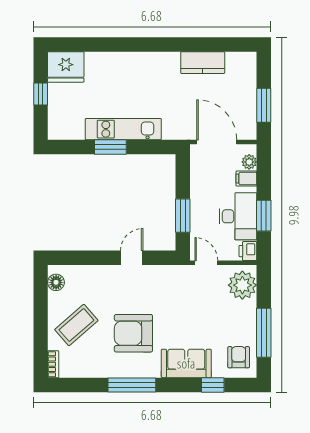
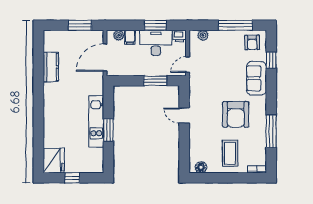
plant: (242, 285) -> (203, 35), width x0.53, depth x0.53
coffee table: (76, 325) -> (230, 153), turned 41
armchair: (239, 357) -> (252, 42), turned -91
window: (132, 385) -> (271, 131), moved

